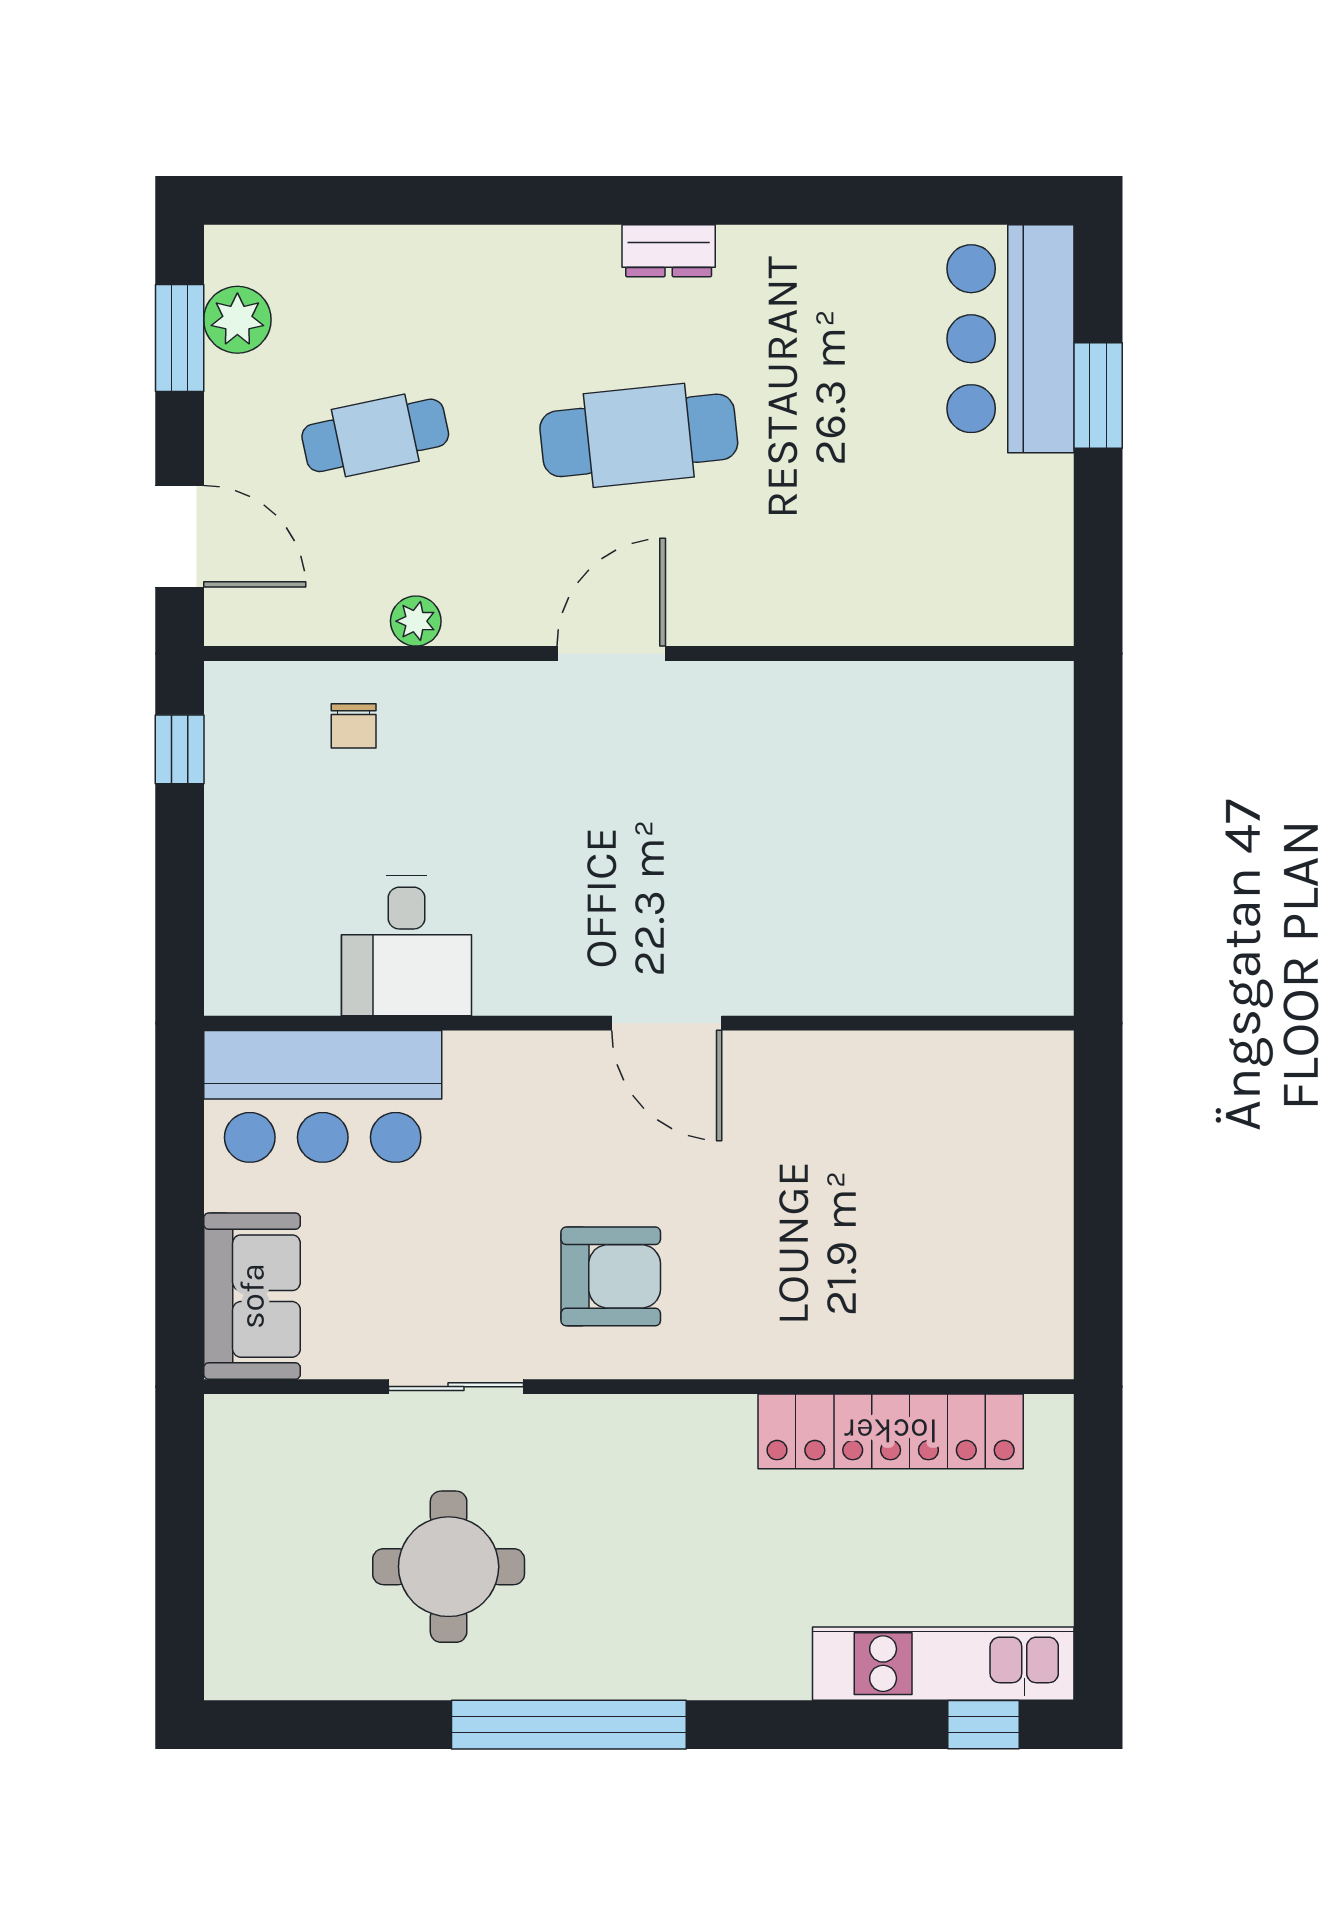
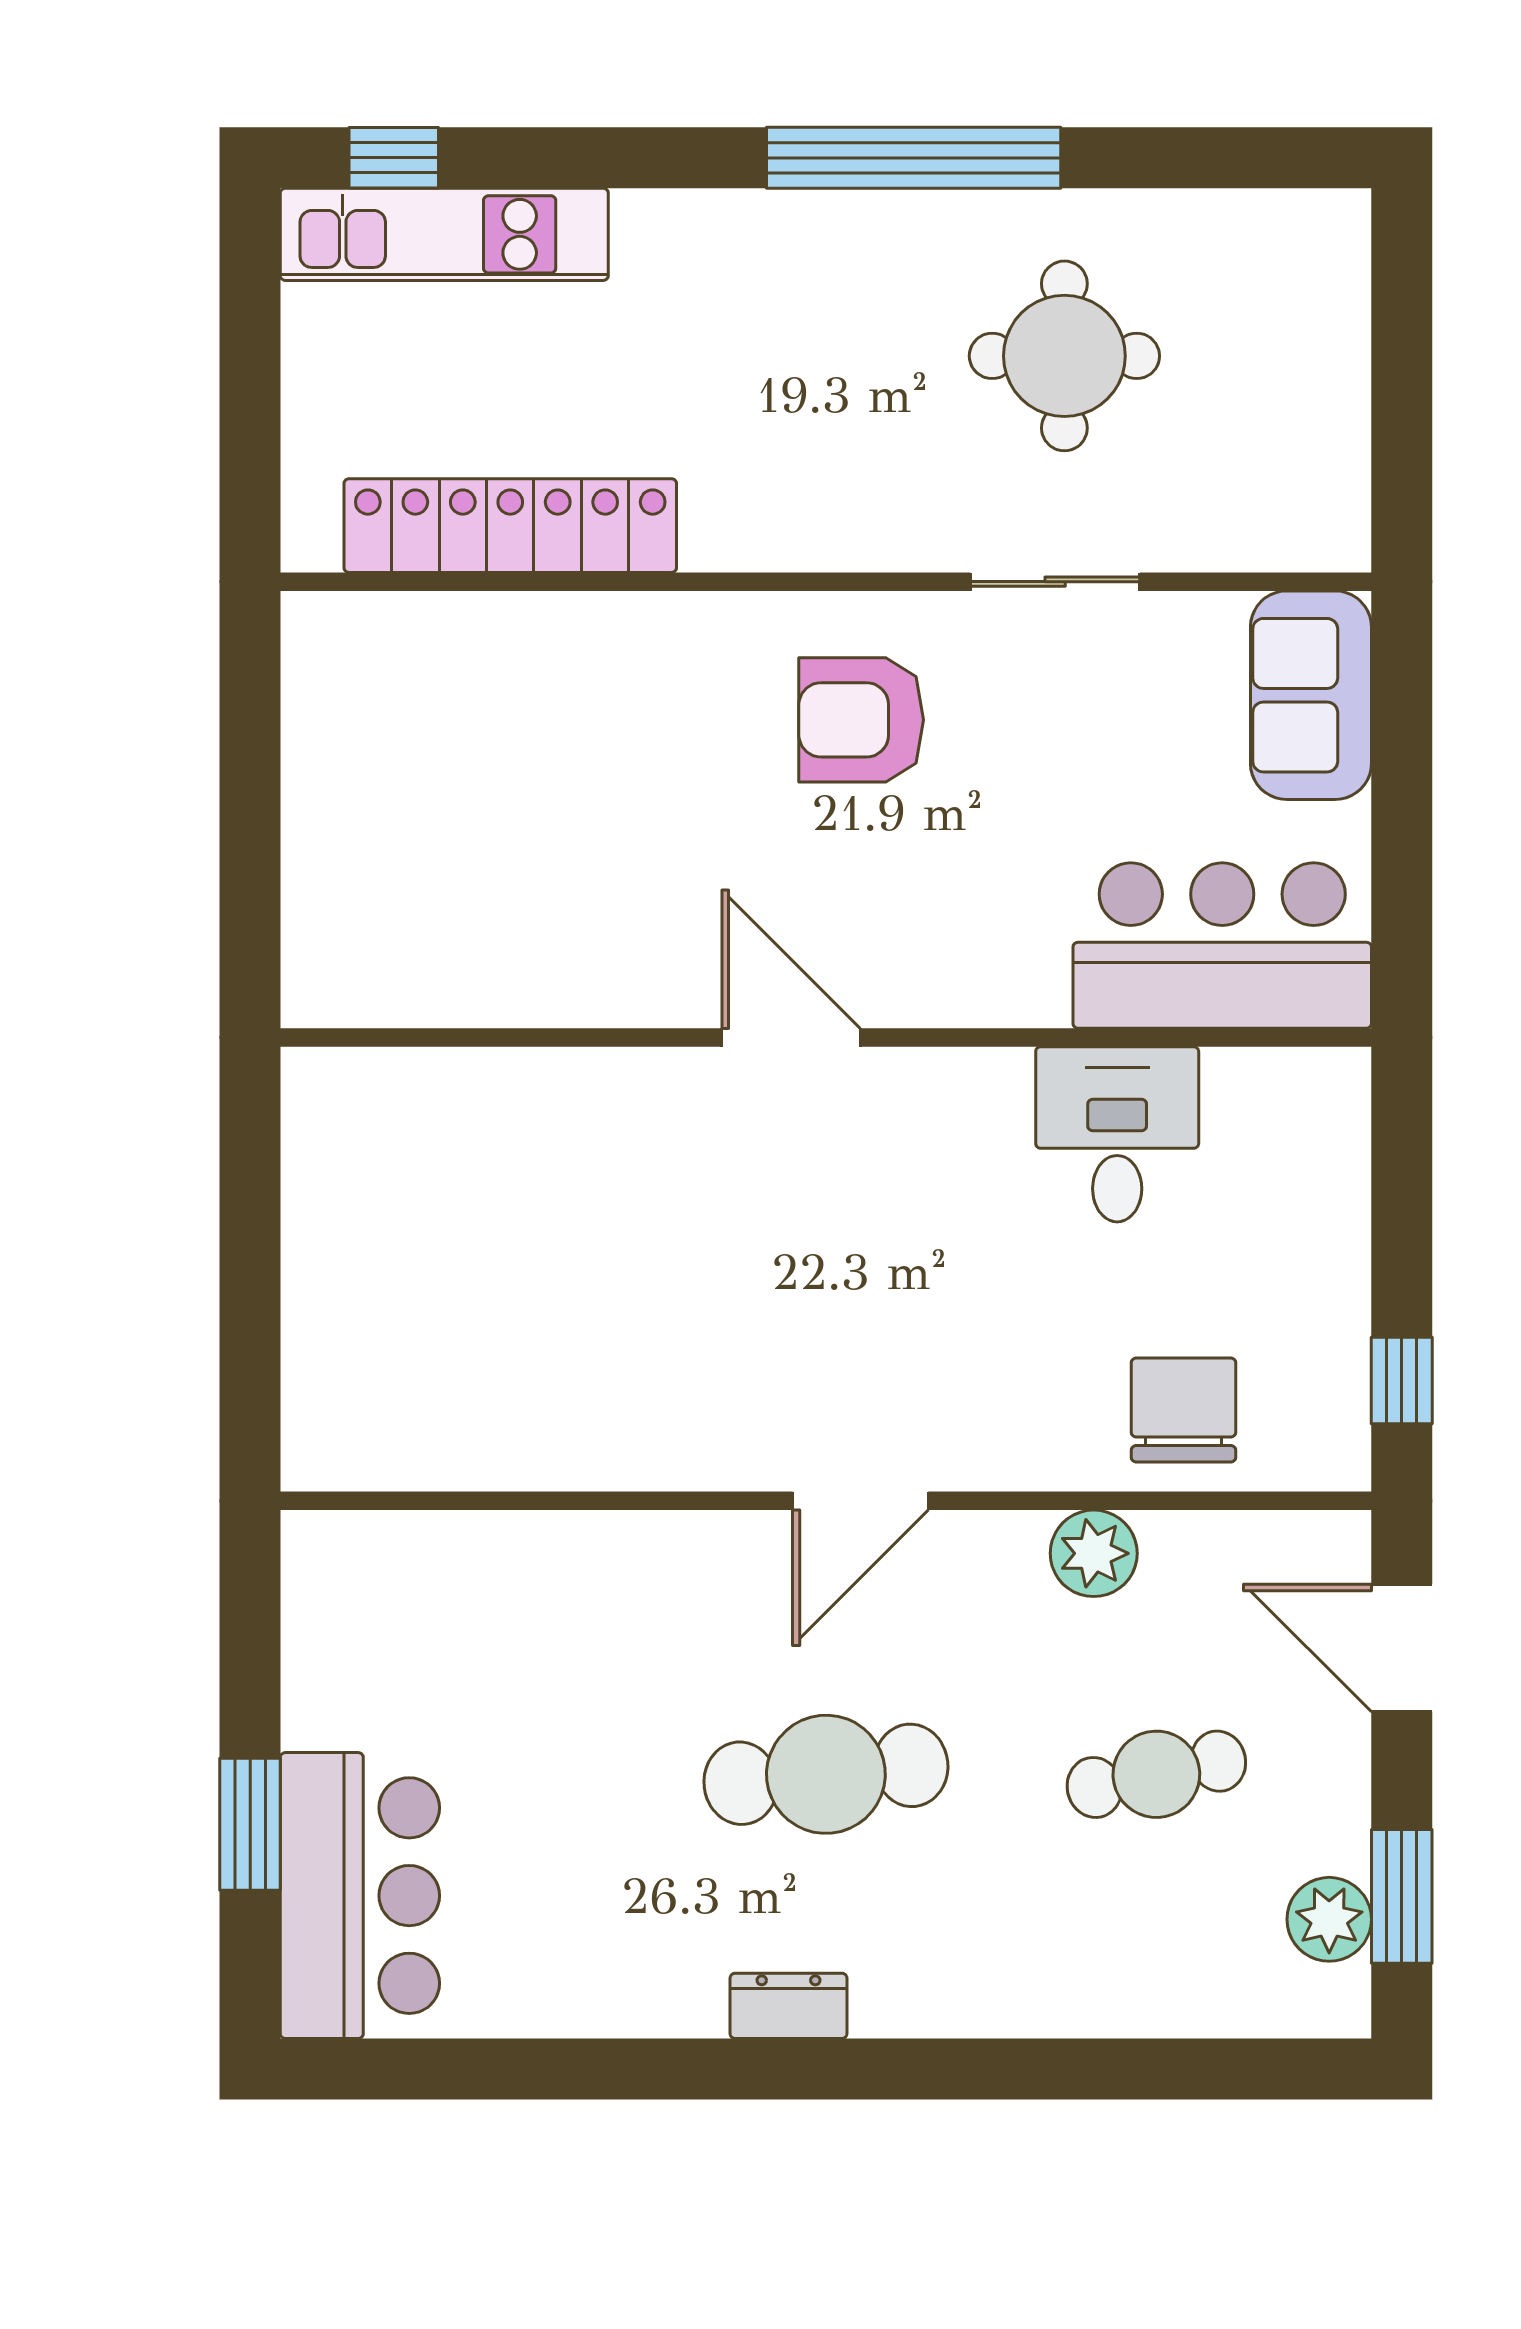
plant: (416, 621) -> (1094, 1553), width x1.38, depth x1.38
chair: (354, 726) -> (1183, 1410), width x1.87, depth x1.87

